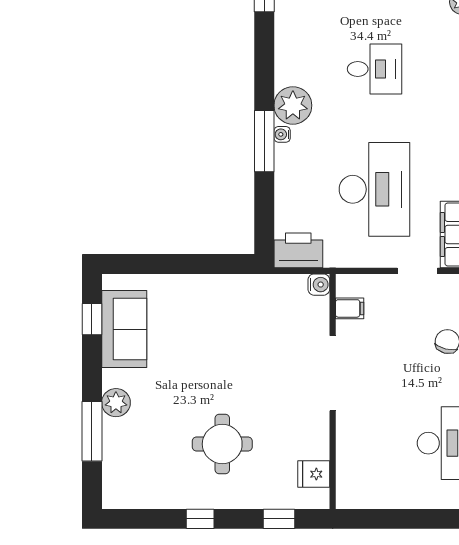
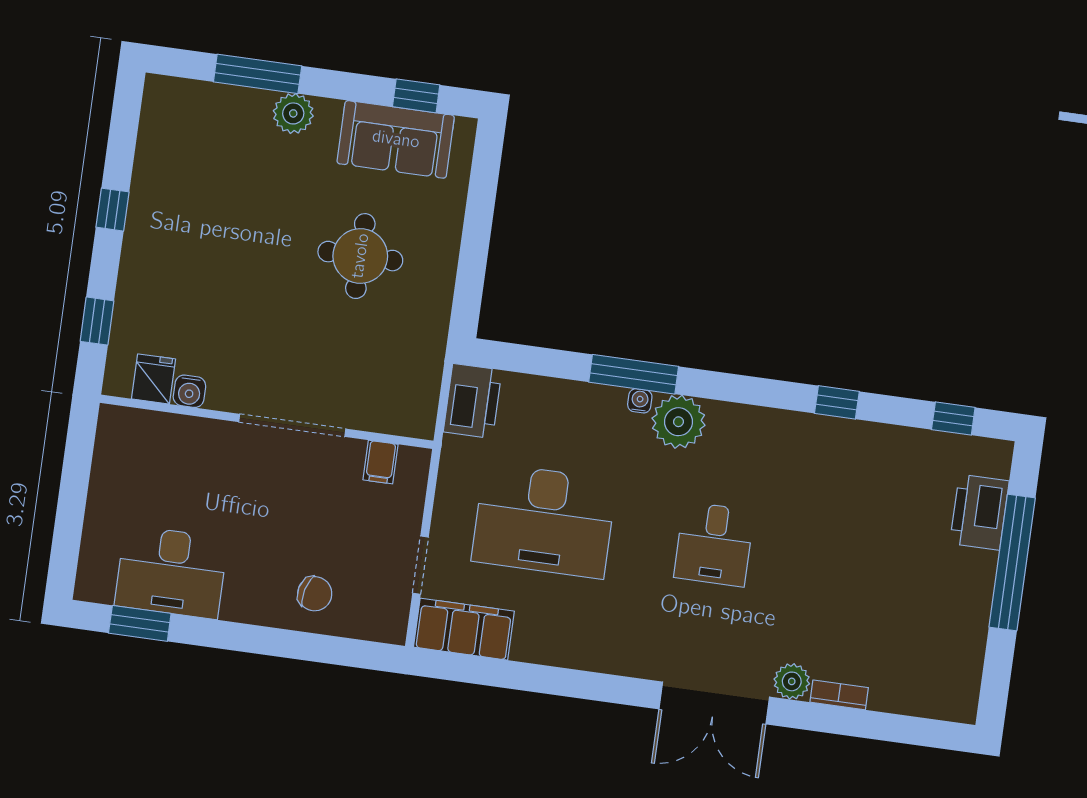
water cooler: (319, 285) -> (189, 391), moved
round table: (222, 444) -> (360, 256), moved

